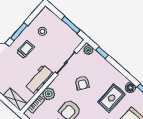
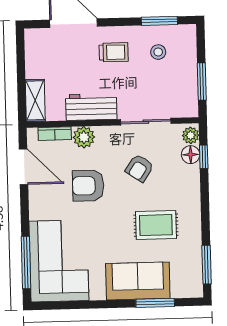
window: (19, 32) -> (159, 21), moved
floor lamp: (130, 88) -> (191, 155), moved

